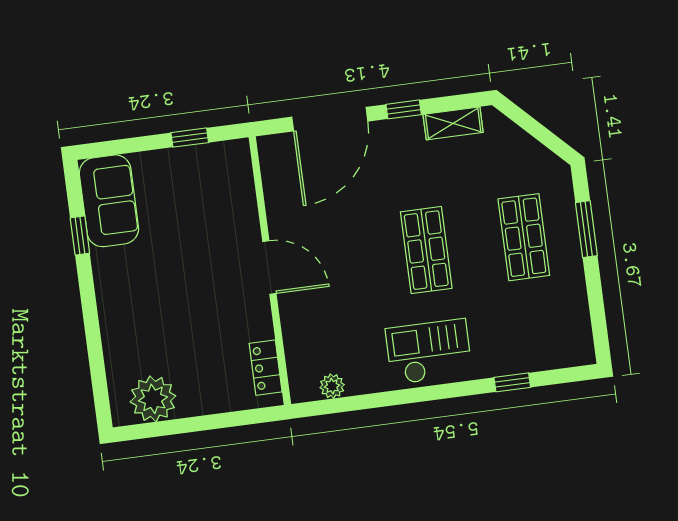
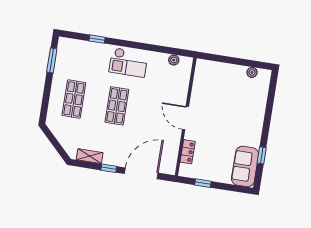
window: (586, 229) -> (52, 60), moved
locker: (266, 368) -> (188, 152), moved
plant: (153, 399) -> (252, 72), width x0.53, depth x0.53

